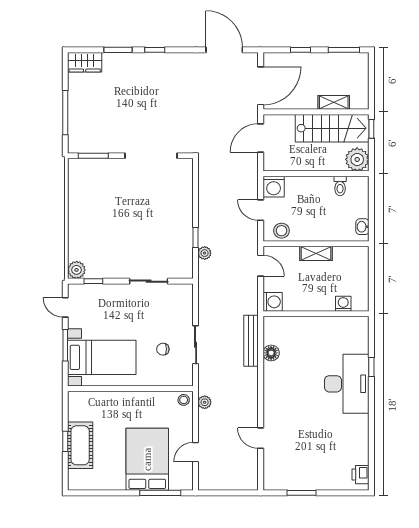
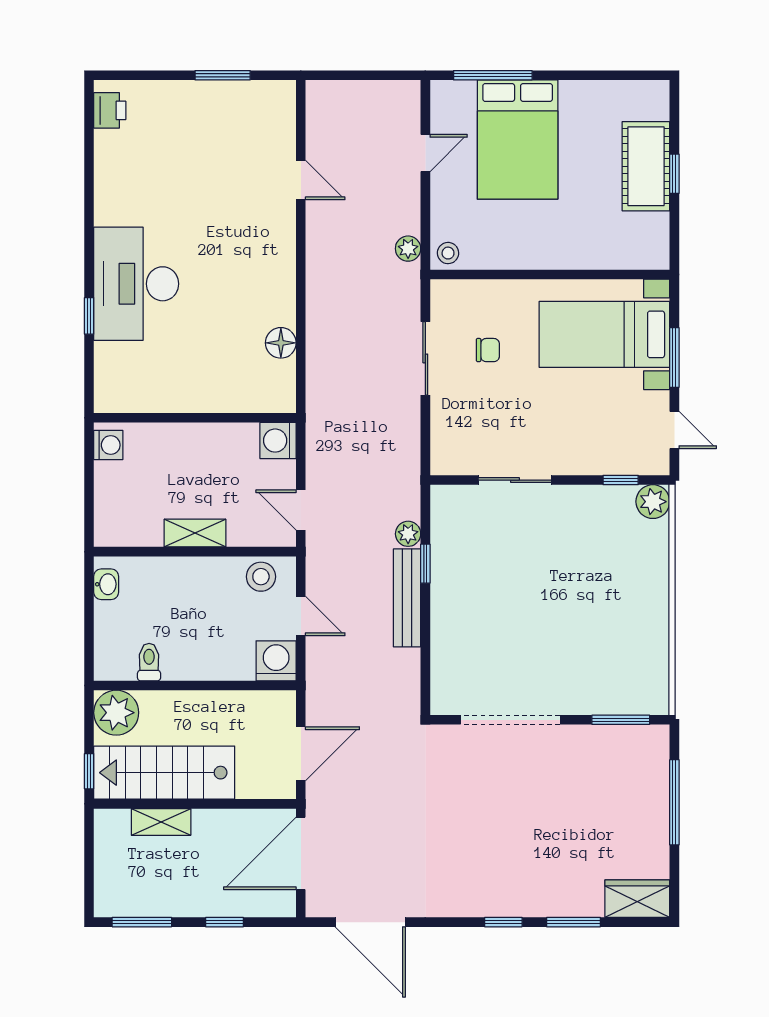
washing machine: (343, 304) -> (108, 445), moved, turned -90
bench: (251, 341) -> (407, 598), moved

